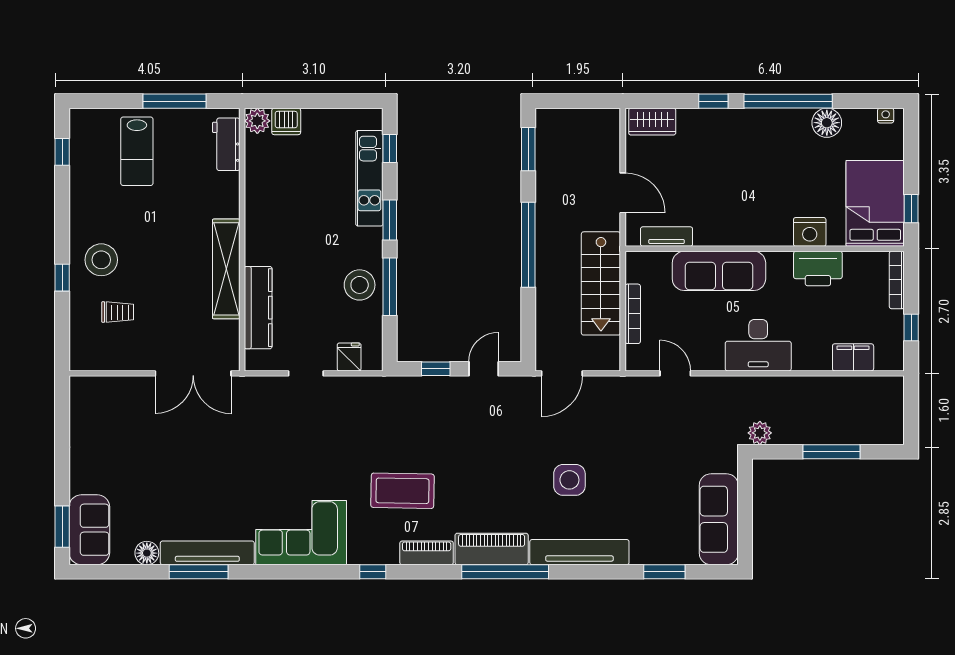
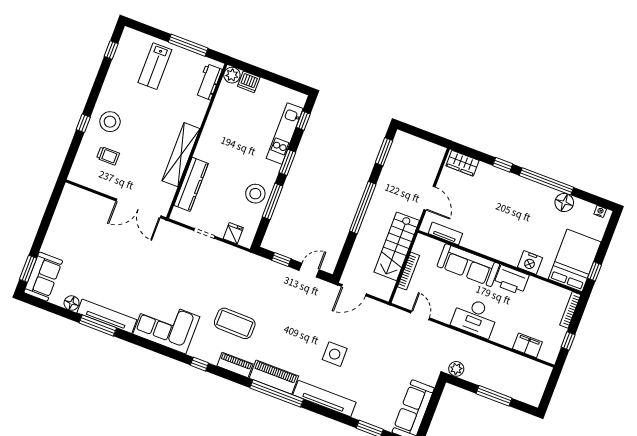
printer: (818, 268) -> (511, 280), moved

